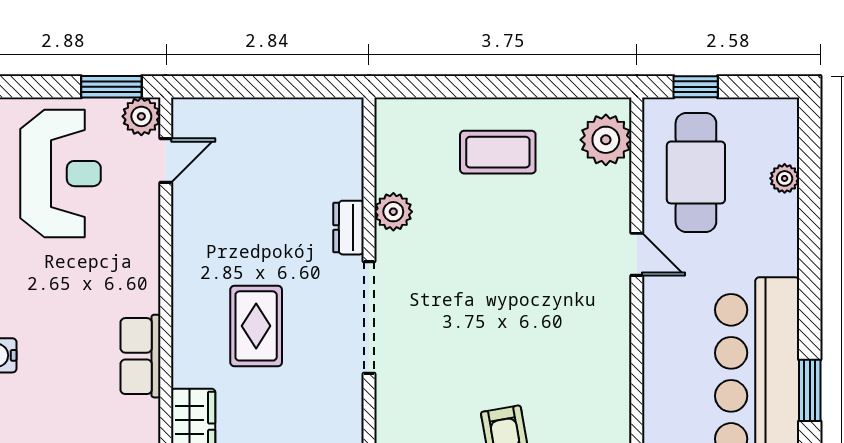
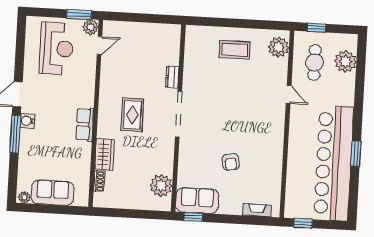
cafe table: (696, 172) -> (314, 62), width x0.73, depth x0.74
plant: (785, 178) -> (346, 61), width x1.88, depth x1.88
plant: (393, 212) -> (191, 72), removed

